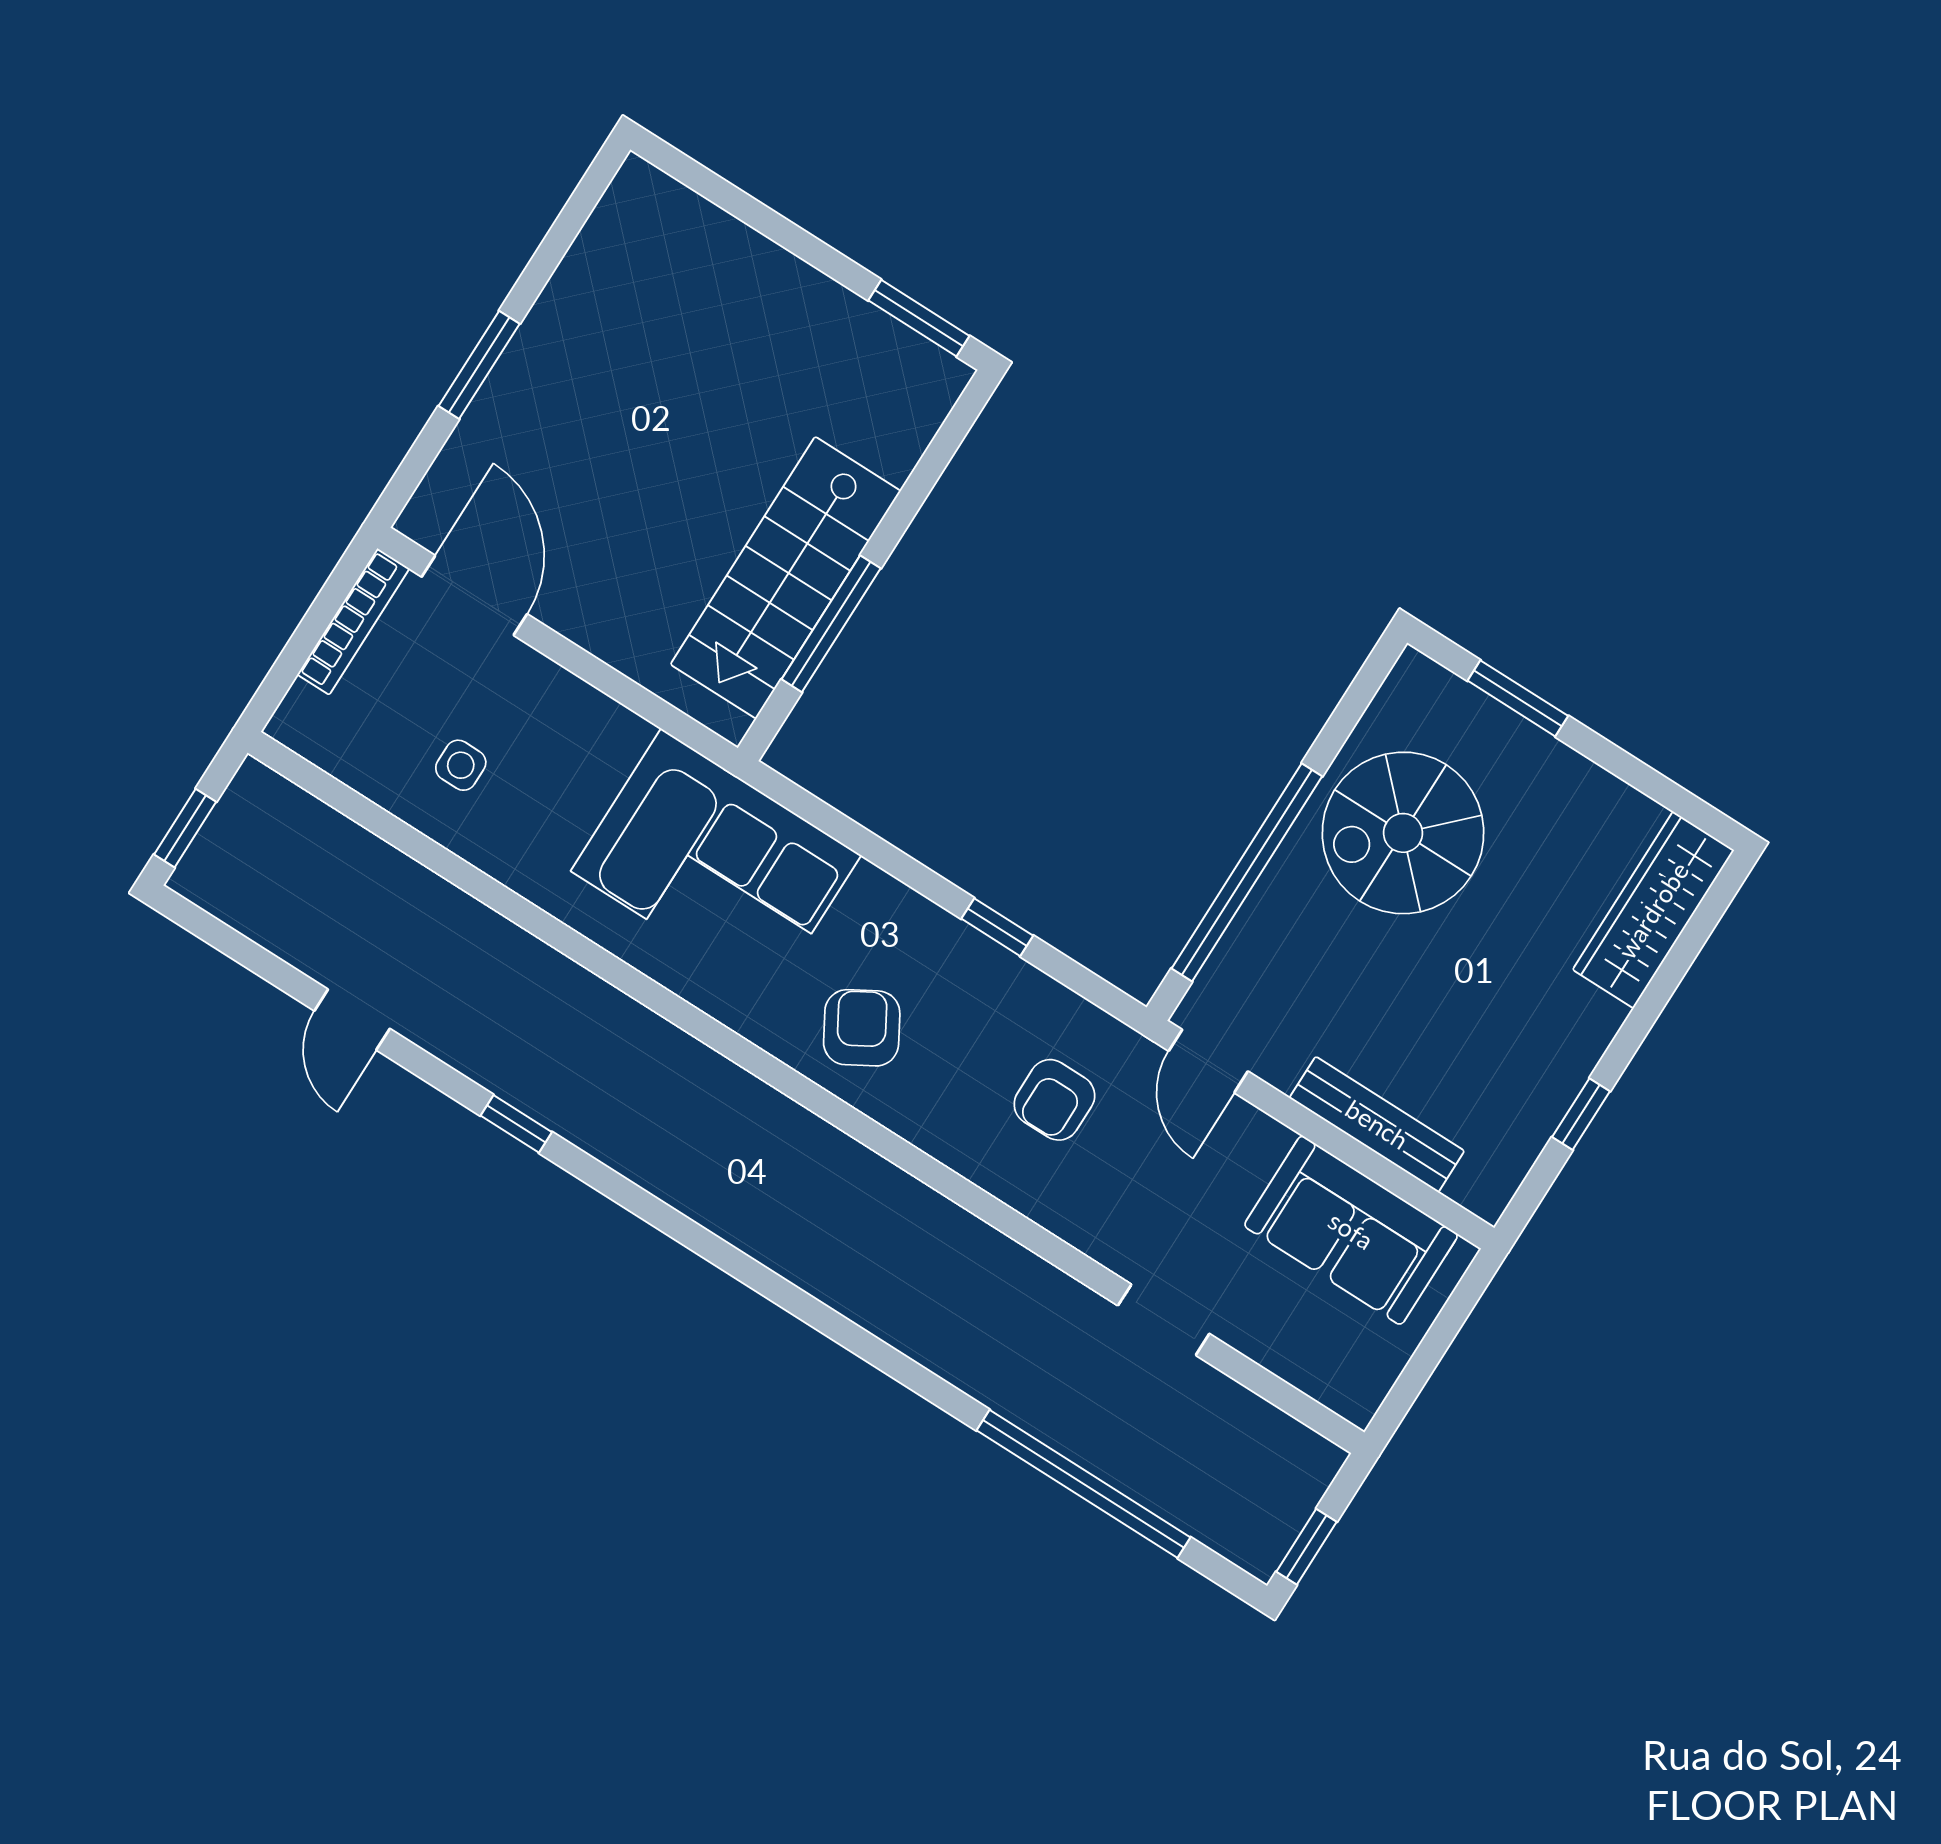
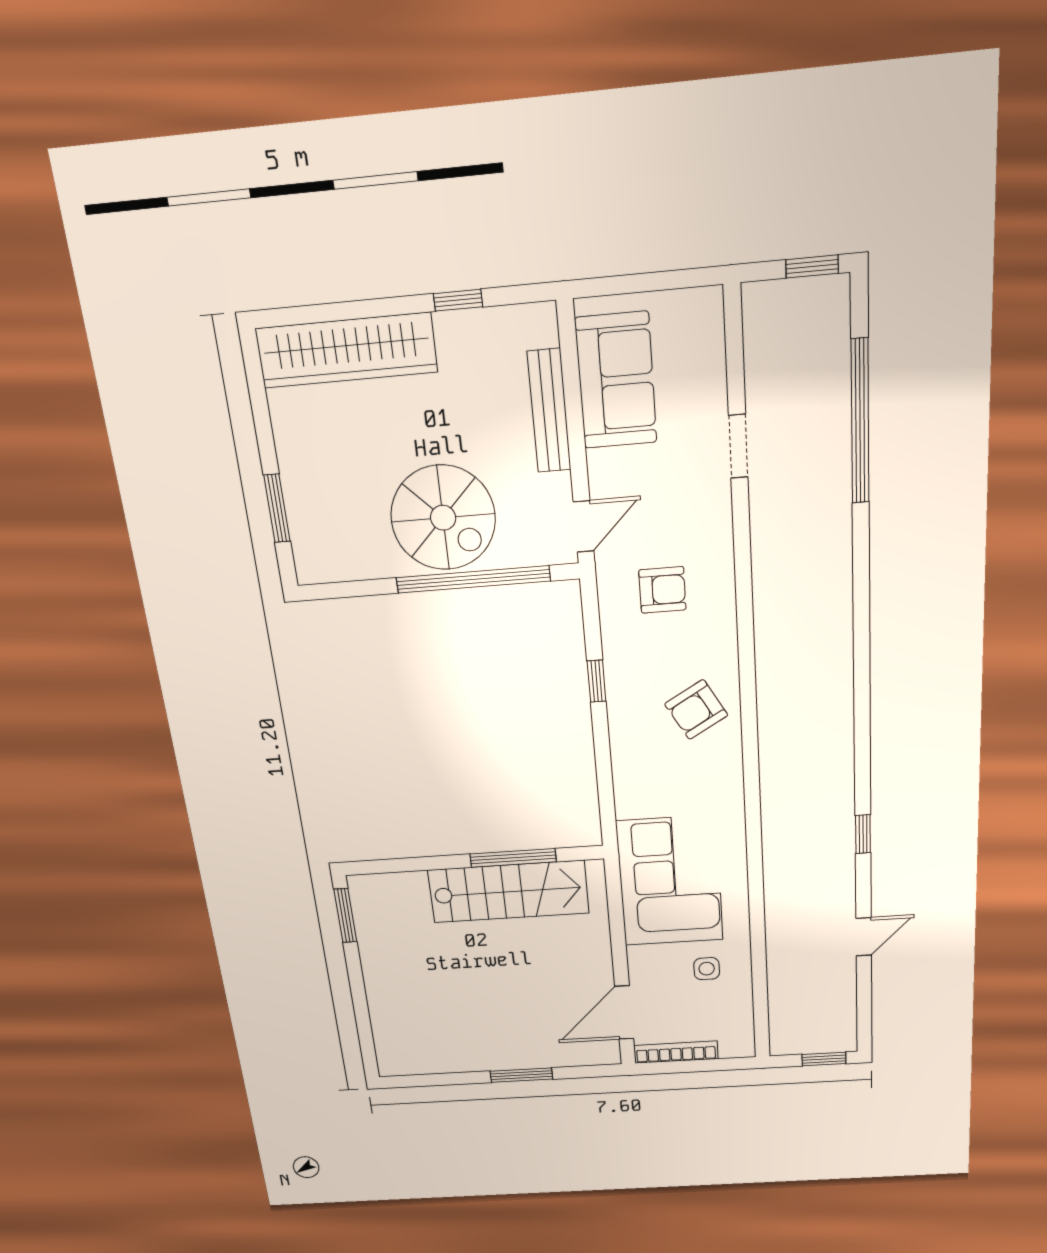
spiral stairs: (1403, 833) -> (443, 518), moved
corner sofa: (716, 863) -> (670, 881), moved
wardrobe: (1653, 910) -> (347, 350), width x1.40, depth x1.17

